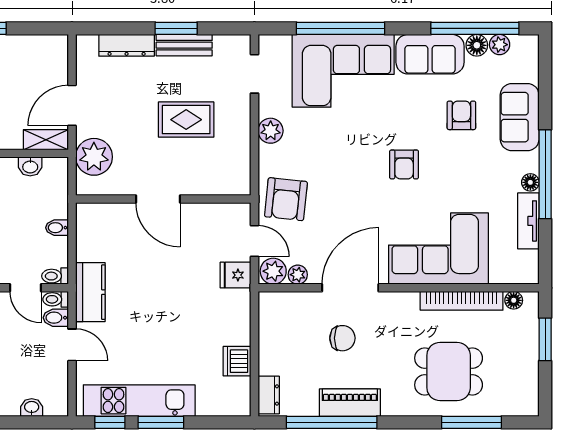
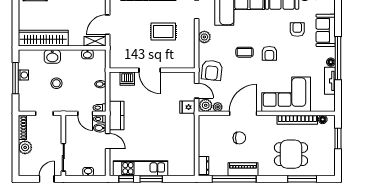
plant: (94, 157) -> (118, 50), removed
coffee table: (353, 162) -> (245, 52), added
dishwasher: (237, 361) -> (127, 79), moved, turned -90

